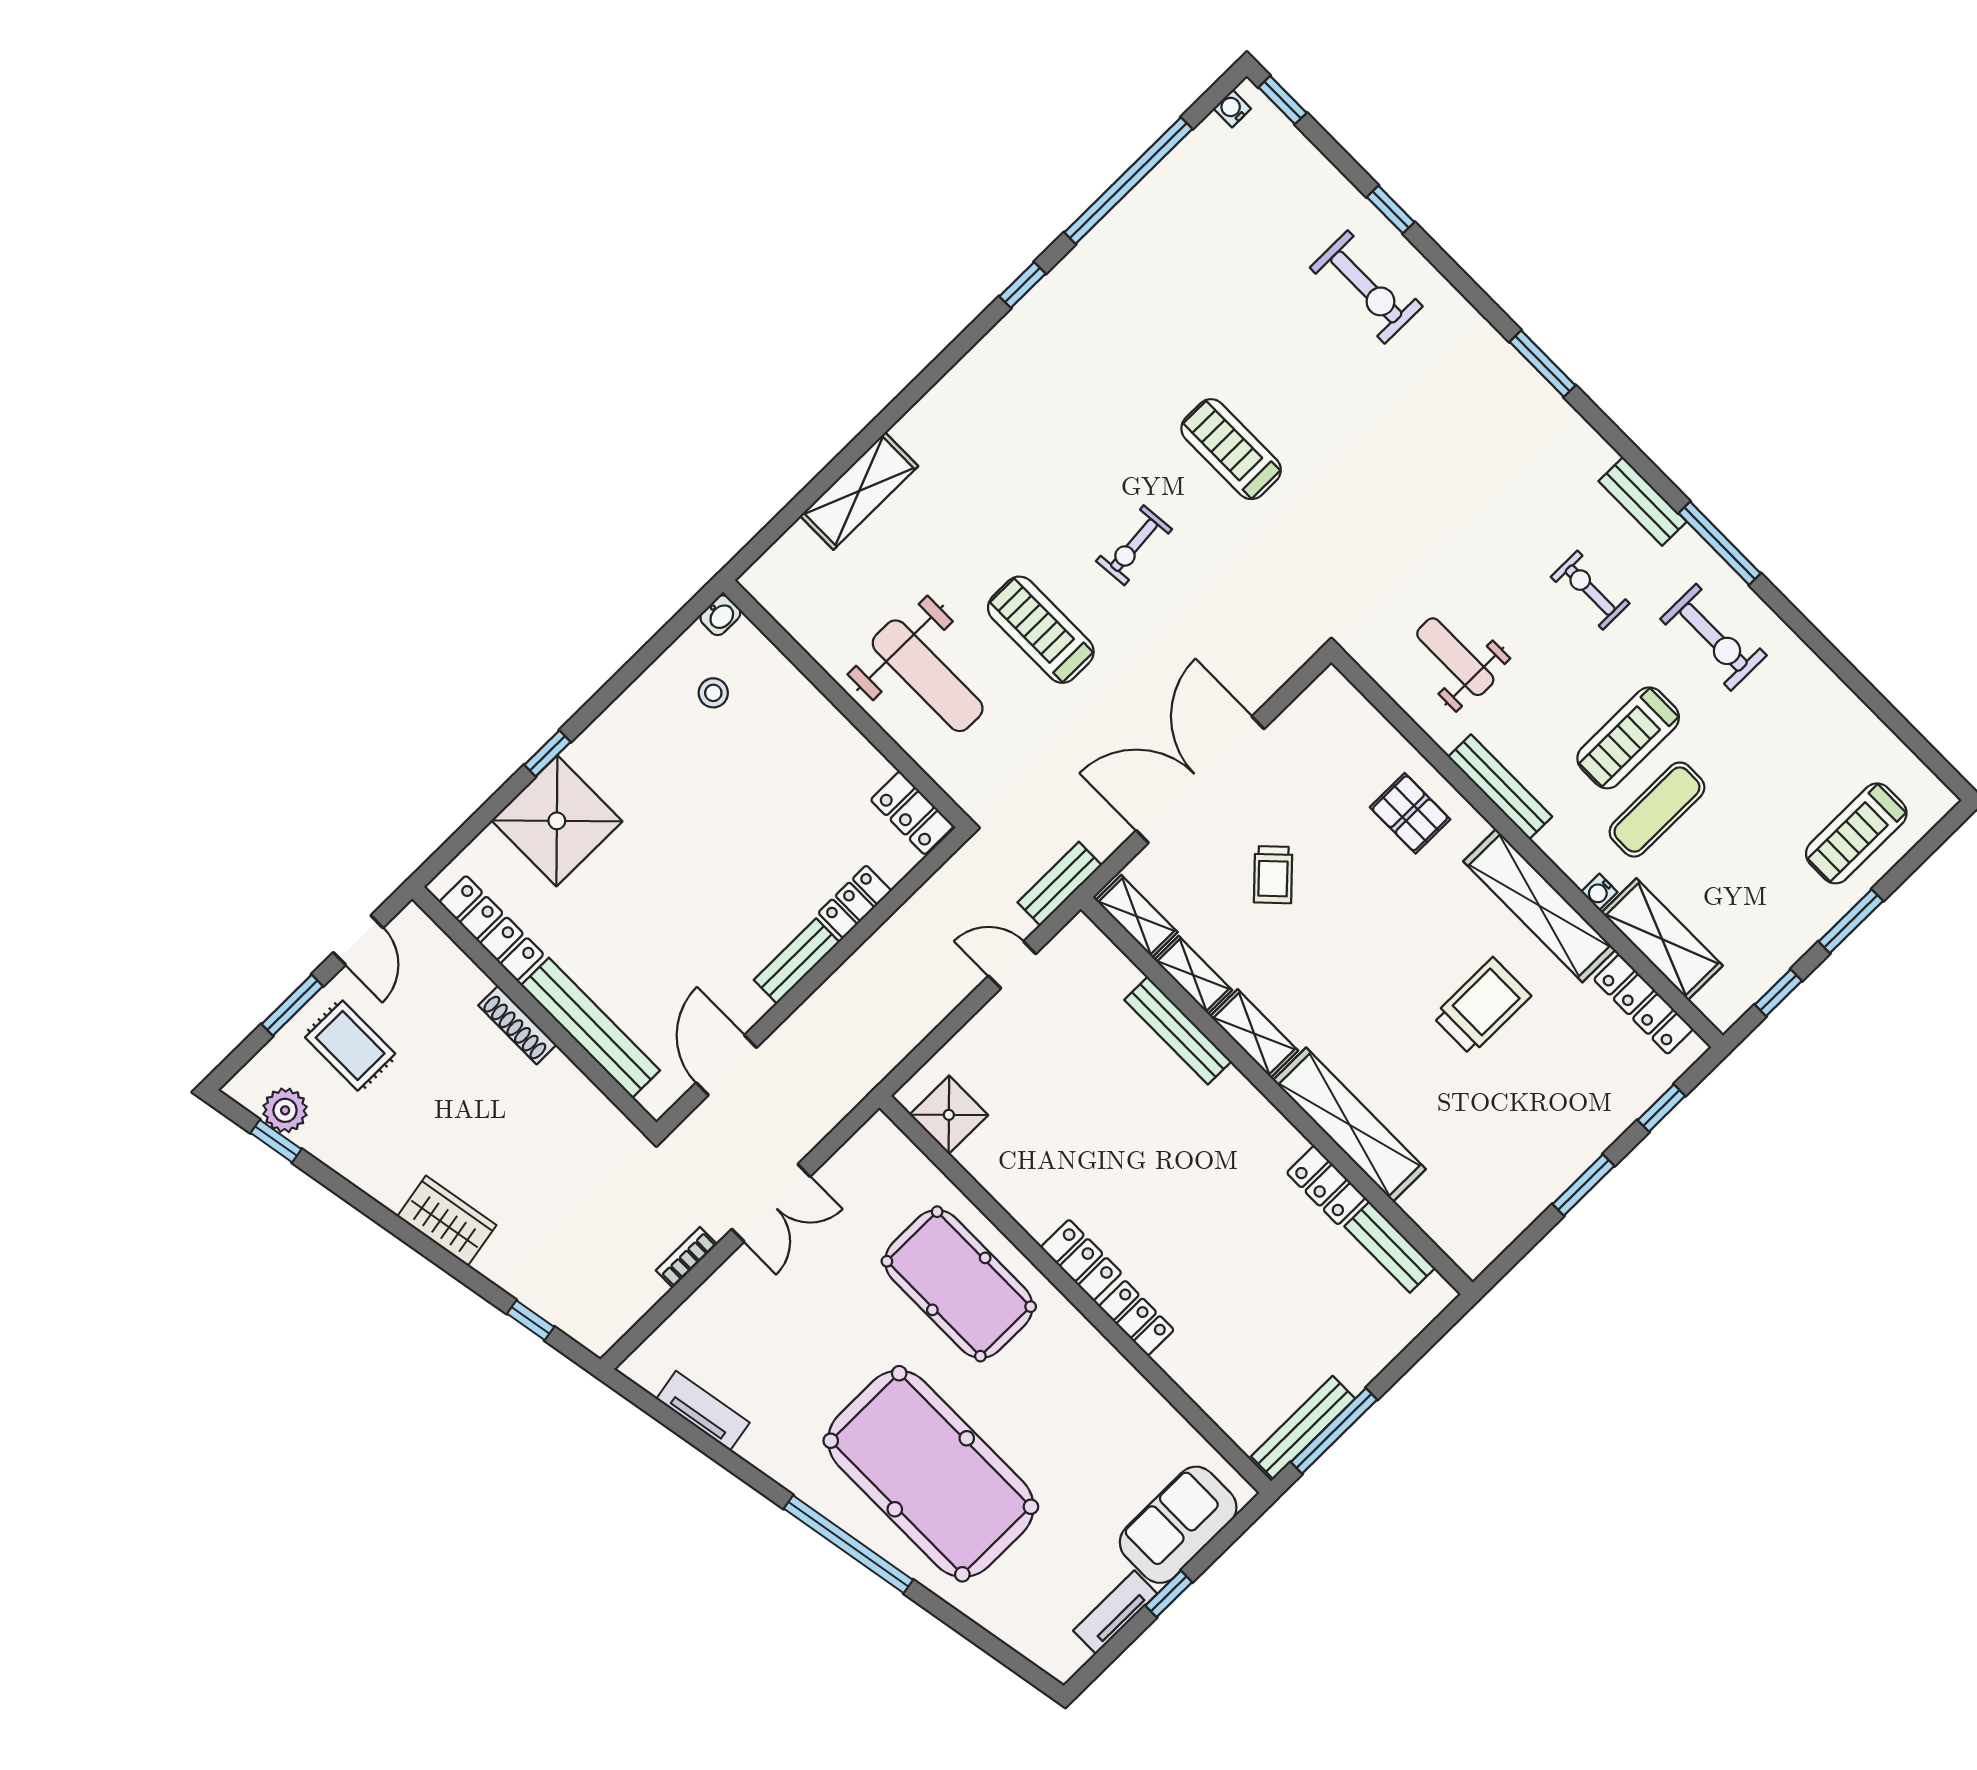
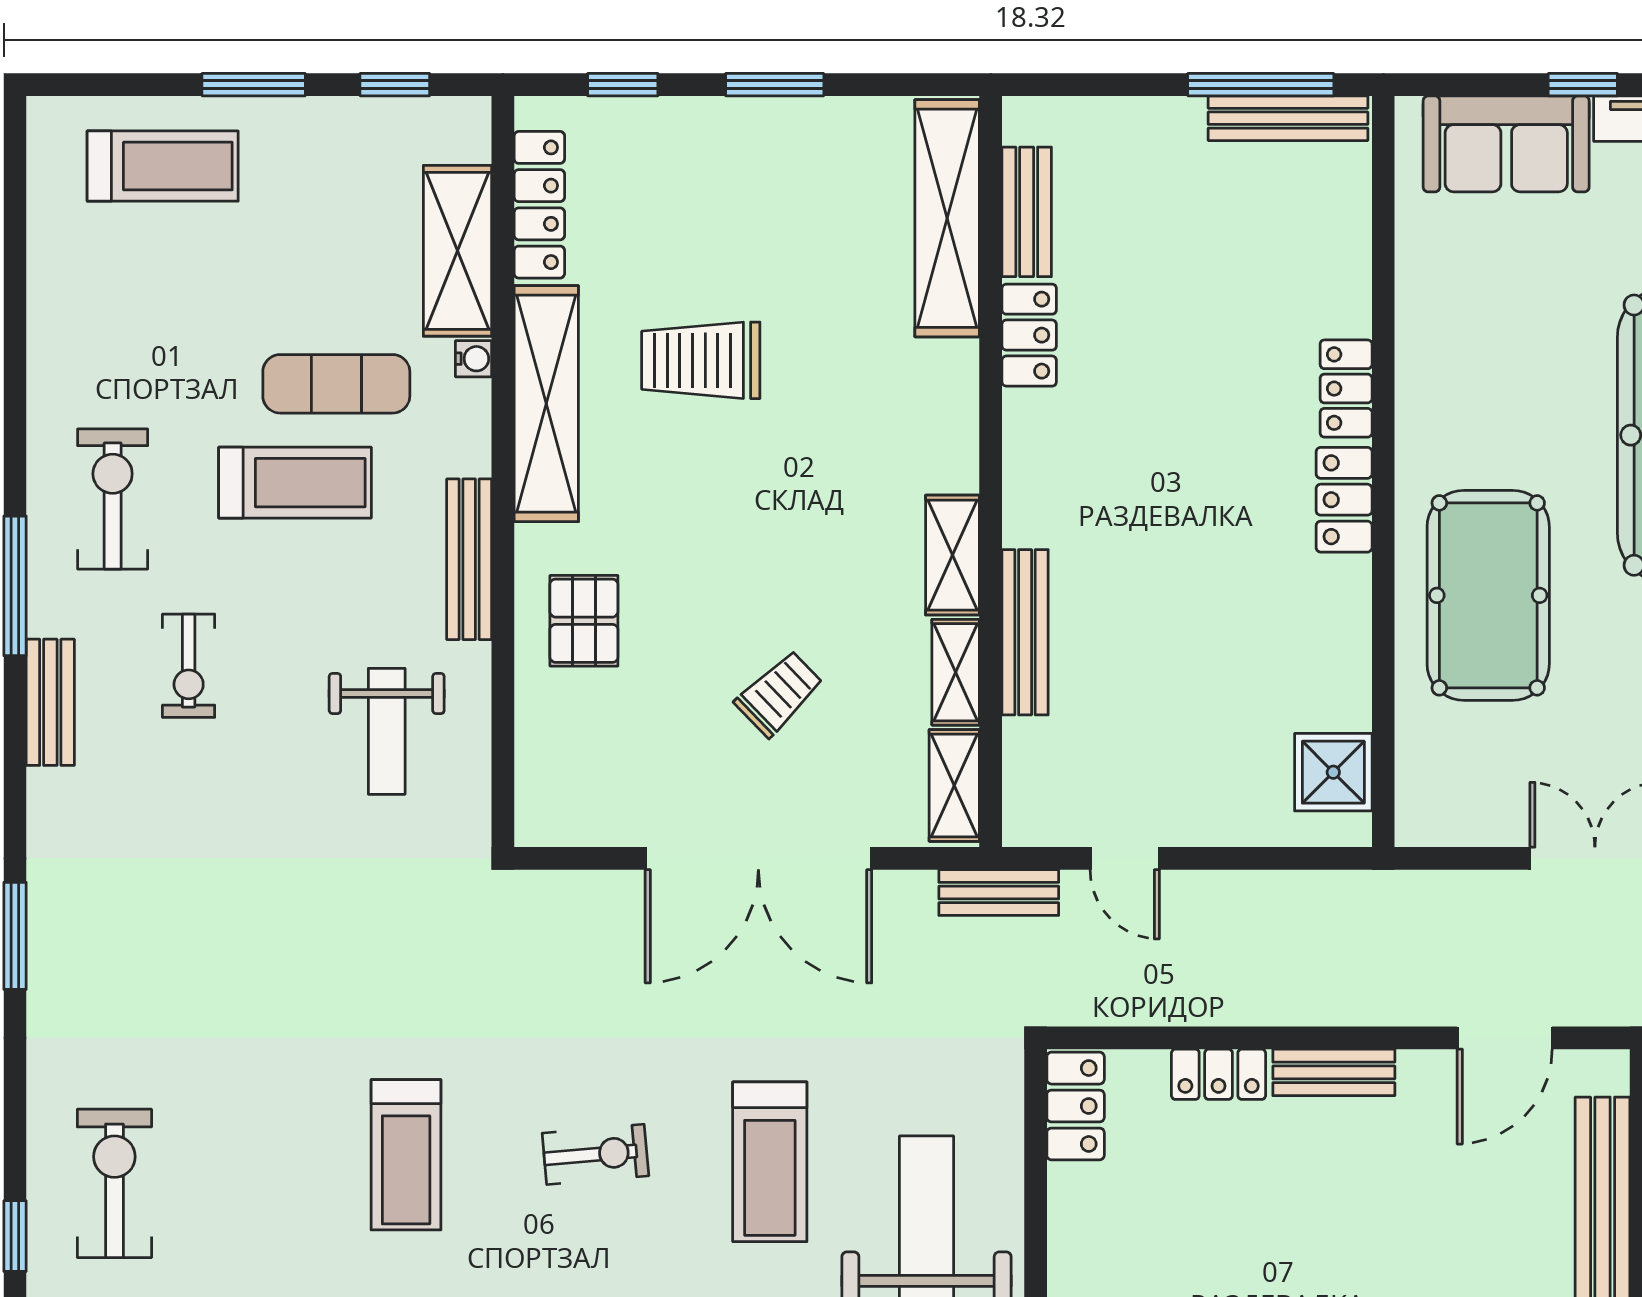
shelving: (1349, 1125) -> (947, 218), moved

